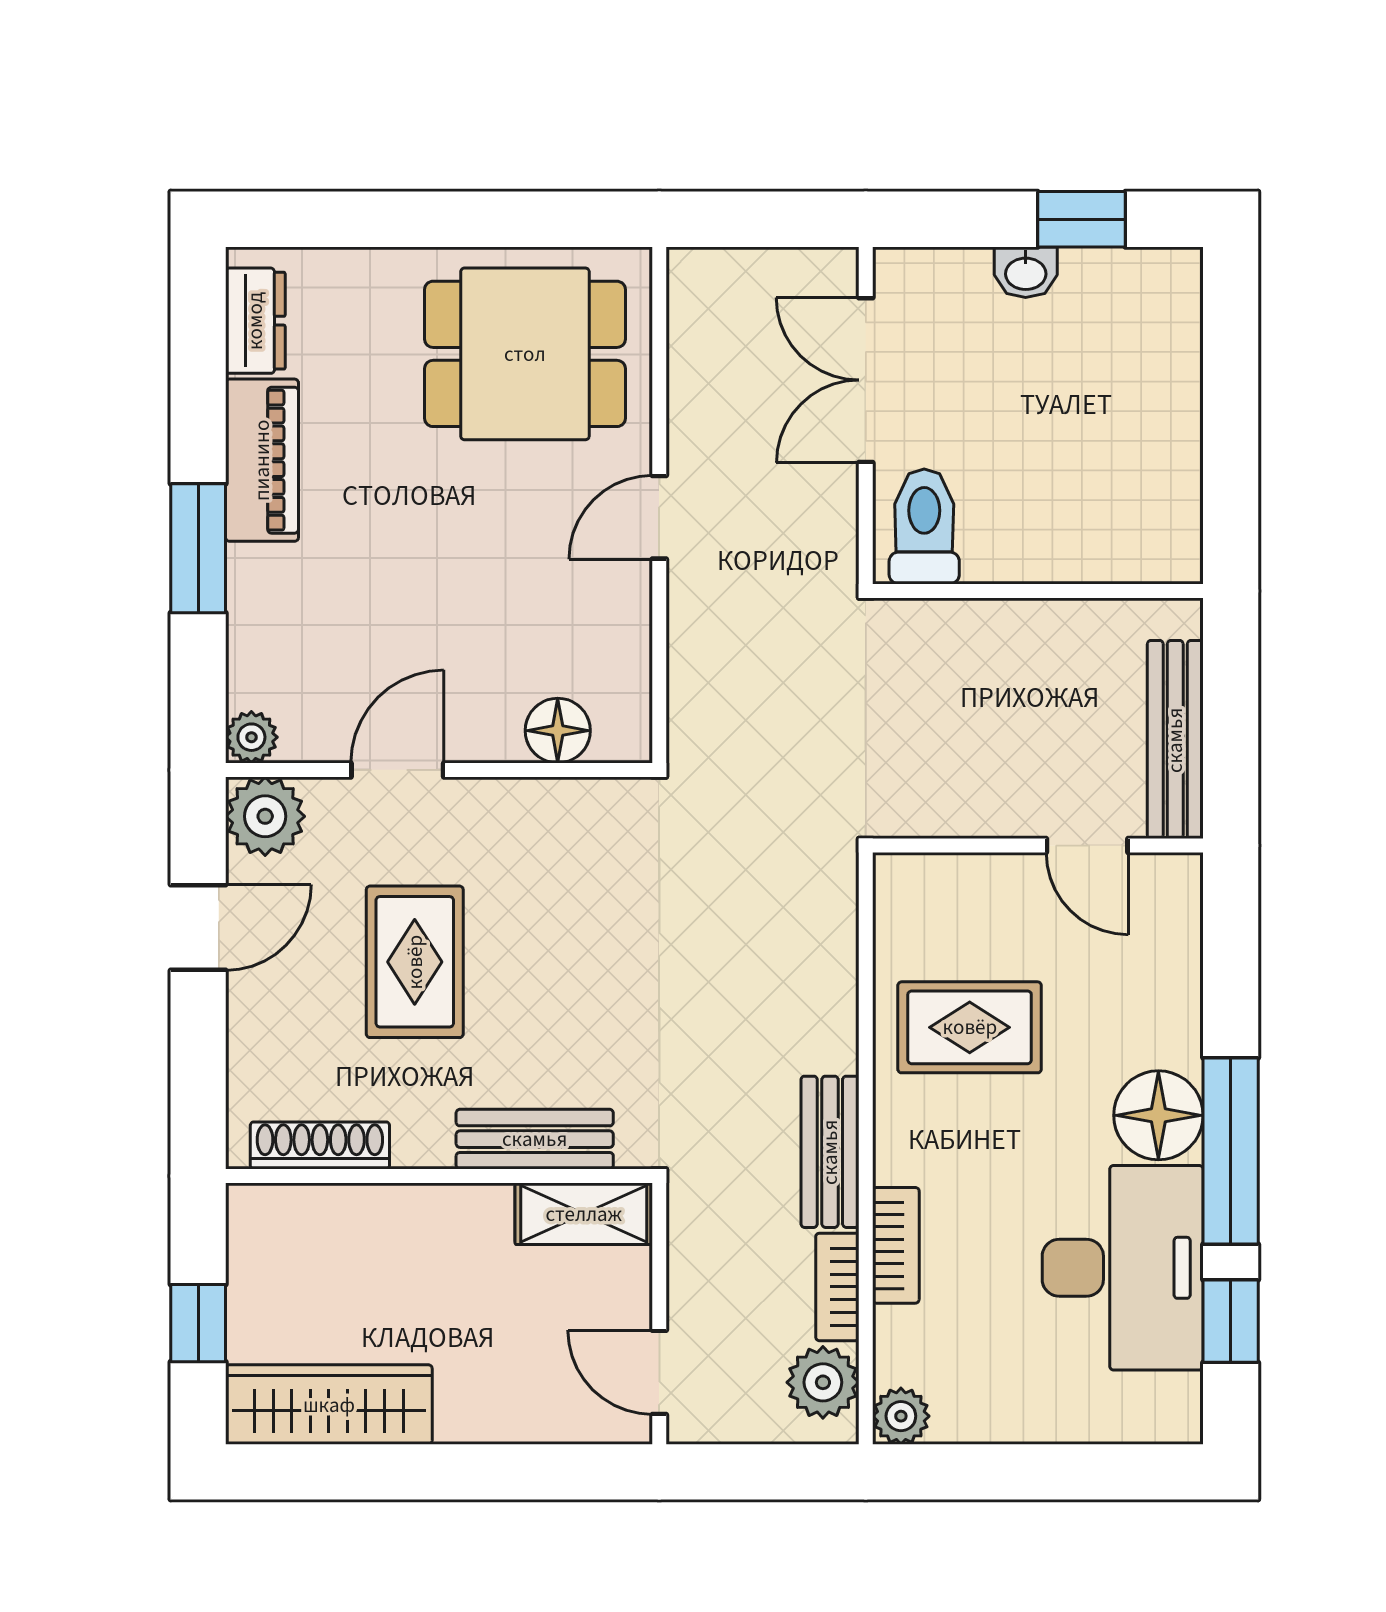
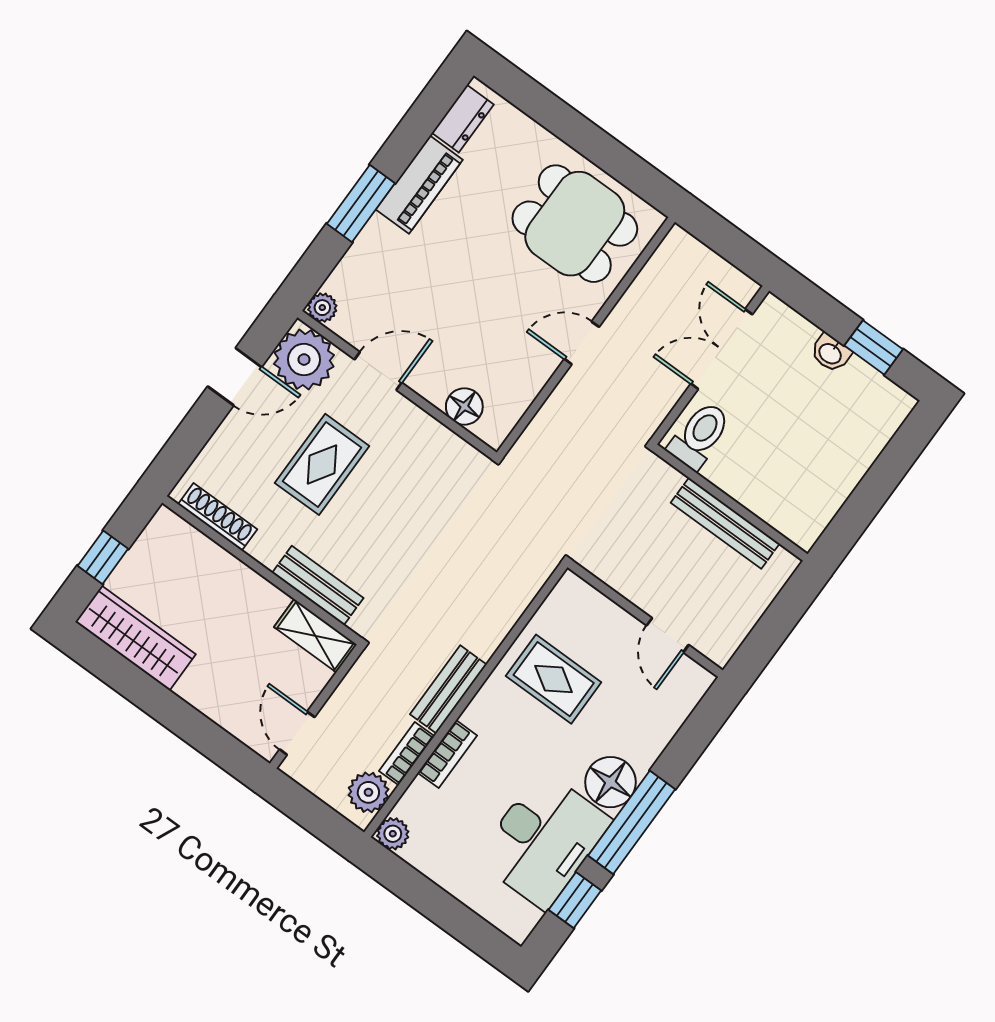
bench: (1175, 740) -> (725, 523), moved, turned 90
plant: (265, 816) -> (304, 360), width x1.36, depth x1.36

